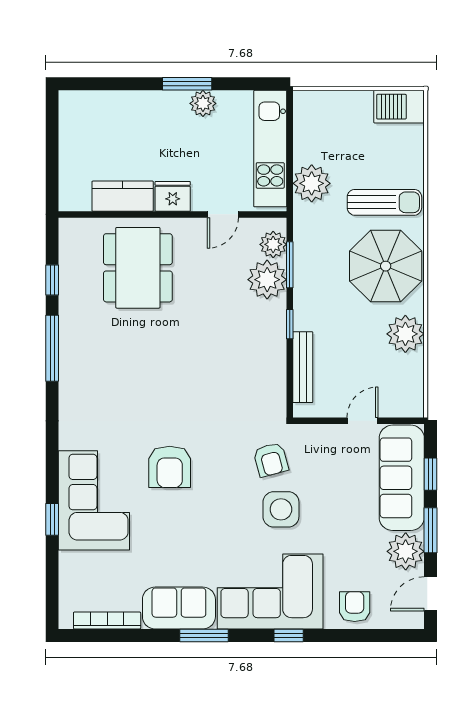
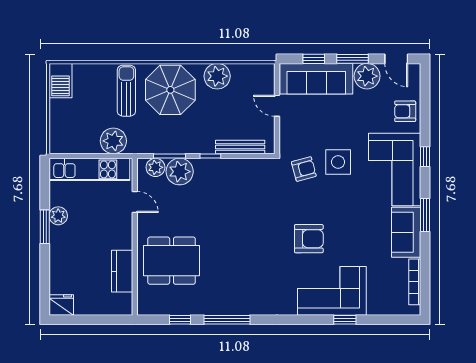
fridge: (173, 196) -> (61, 305), moved, turned 90

